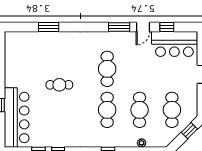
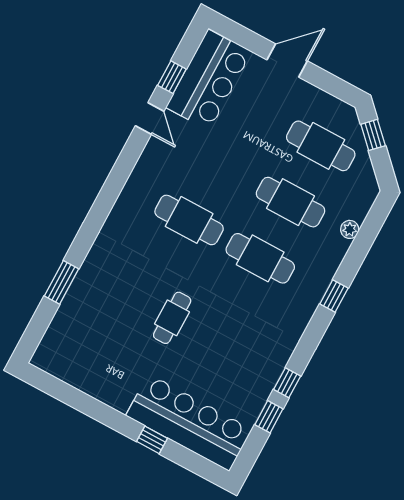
window: (119, 27) -> (127, 160), removed

